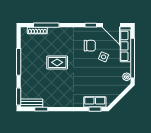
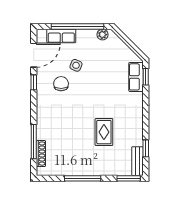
row of seats: (126, 46) -> (61, 36), width x0.68
rug: (57, 62) -> (104, 132), moved

